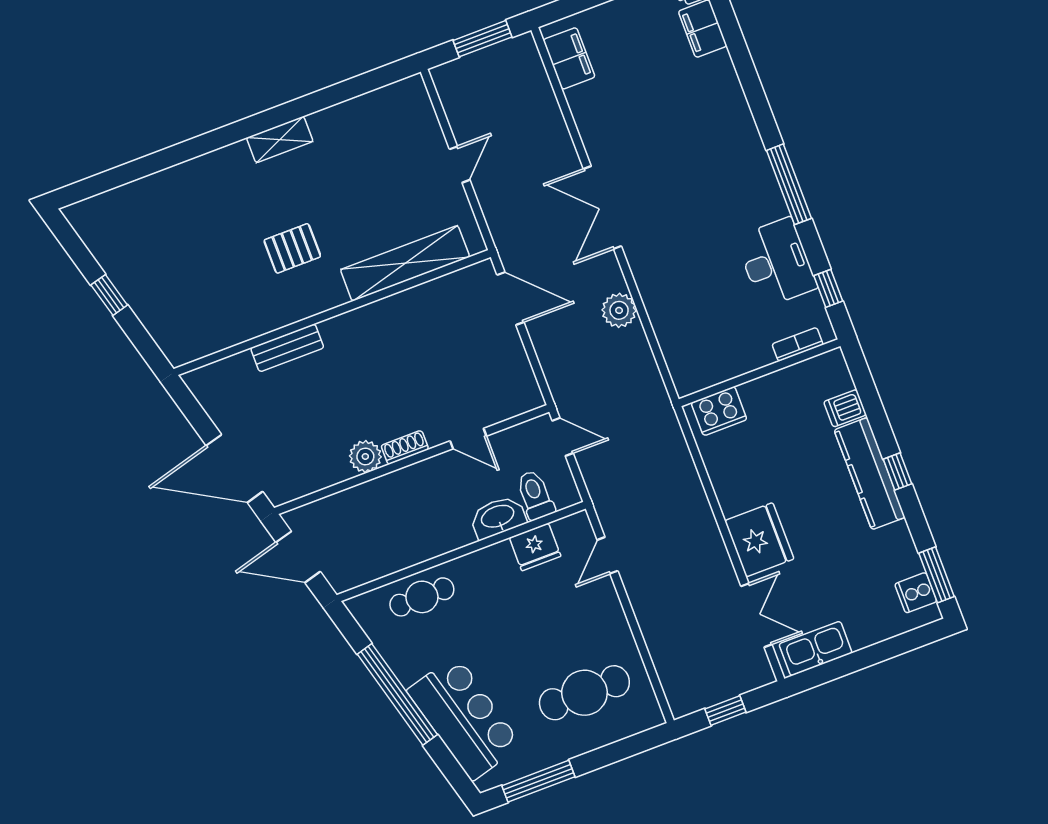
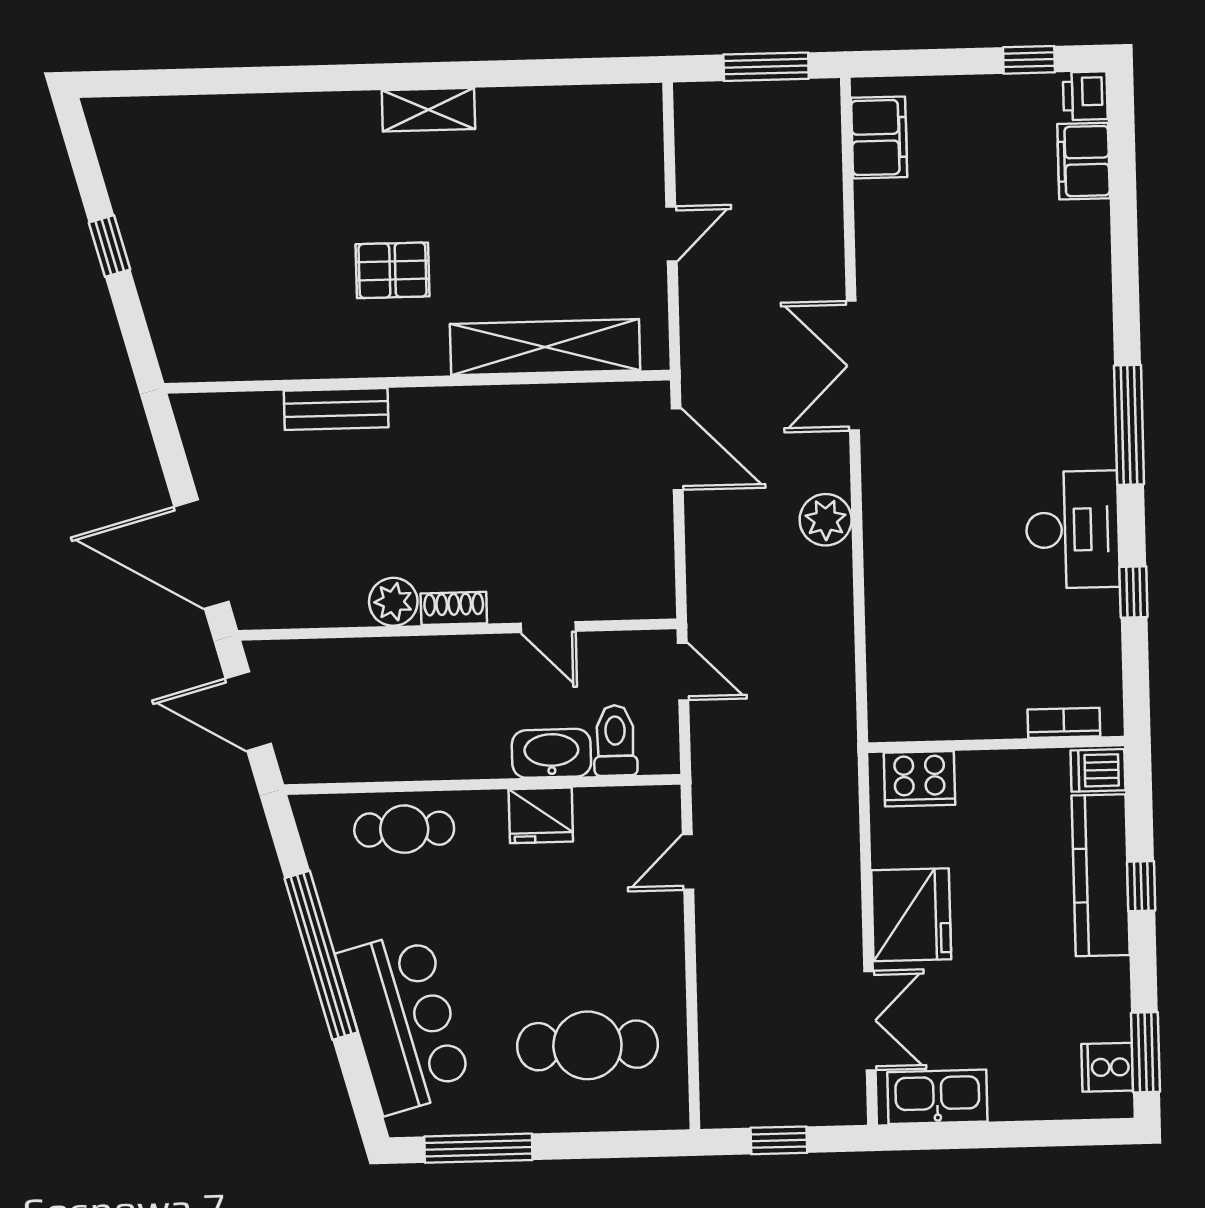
bookcase: (798, 344) -> (1064, 723), moved
wall: (760, 373) -> (996, 744), moved
cooker: (719, 411) -> (919, 779), moved
fridge: (535, 547) -> (541, 815), moved

